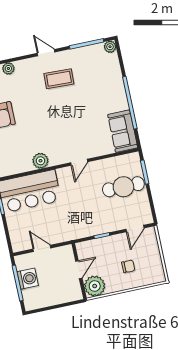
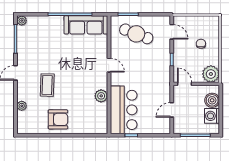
coffee table: (59, 79) -> (47, 85), moved
sofa: (123, 131) -> (86, 25), width x1.36
cafe table: (123, 187) -> (136, 34), turned -69
door: (79, 270) -> (185, 84), moved
washing machine: (28, 279) -> (212, 116), moved, turned -90
boiler: (64, 294) -> (212, 100), added

